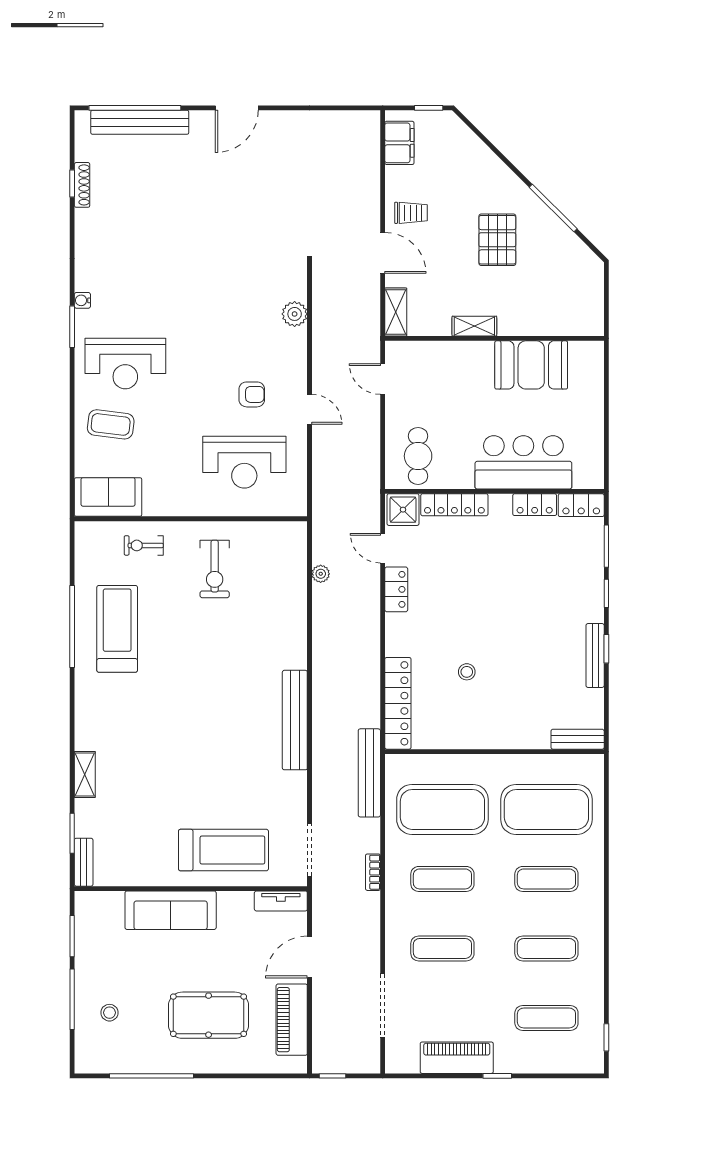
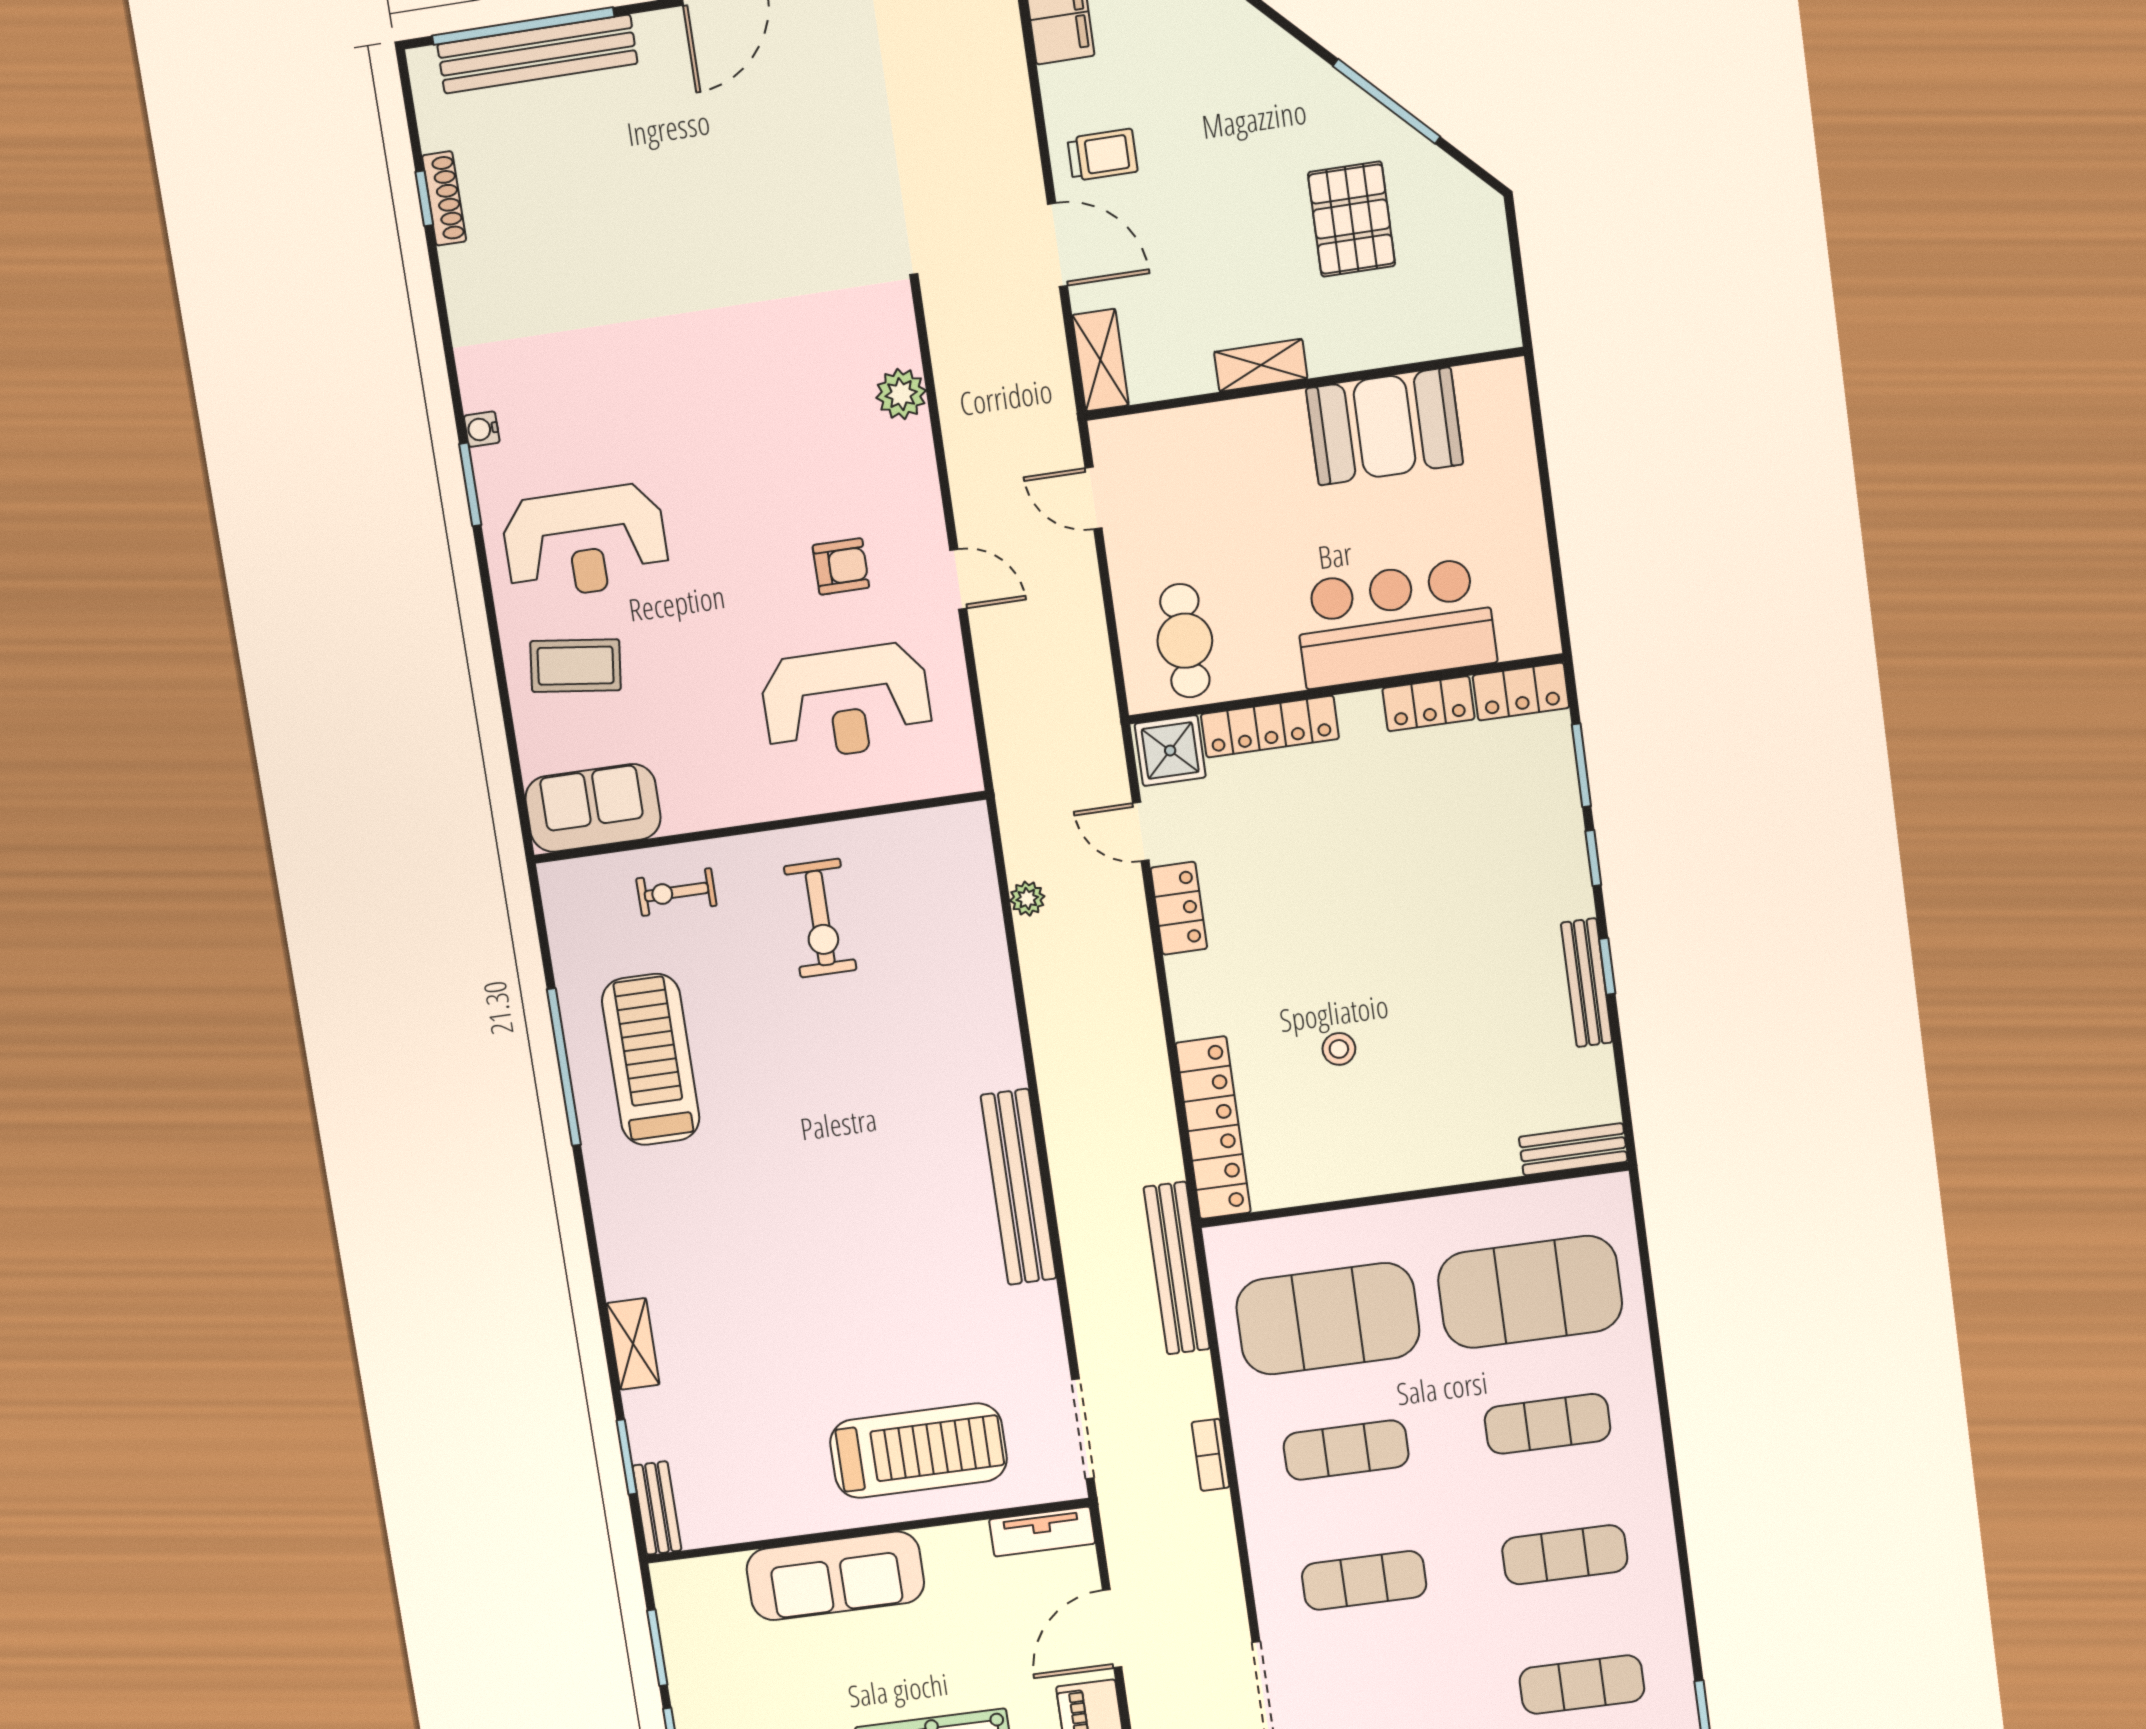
pallet: (497, 240) -> (1352, 219), moved

